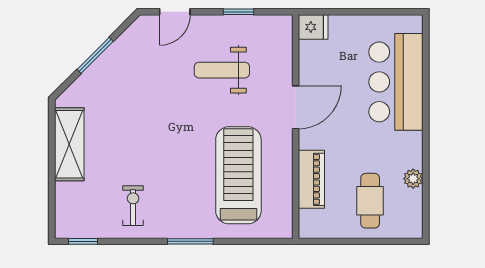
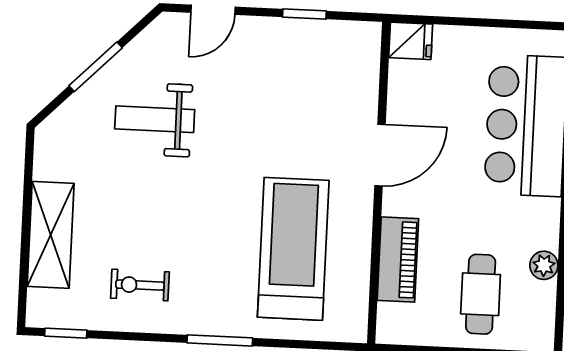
weight bench: (222, 70) -> (155, 119), moved
shelving: (69, 144) -> (51, 235), moved
exercise bike: (133, 206) -> (140, 285), turned -90

